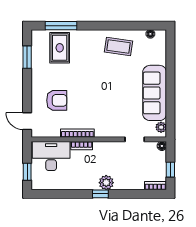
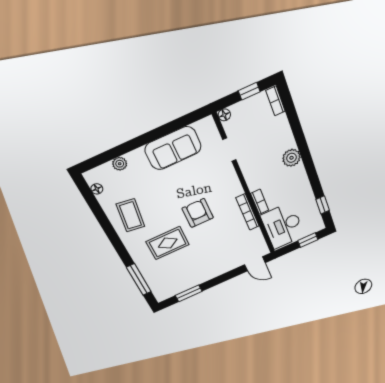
rug: (60, 48) -> (168, 243), moved
sofa: (155, 93) -> (173, 148), width x0.73
armchair: (57, 100) -> (198, 213), moved
door: (27, 121) -> (255, 264), hinge flipped
plant: (161, 127) -> (120, 164), moved
window: (100, 194) -> (323, 205), moved

